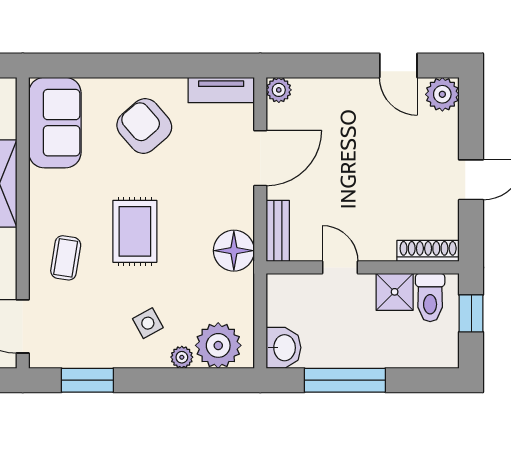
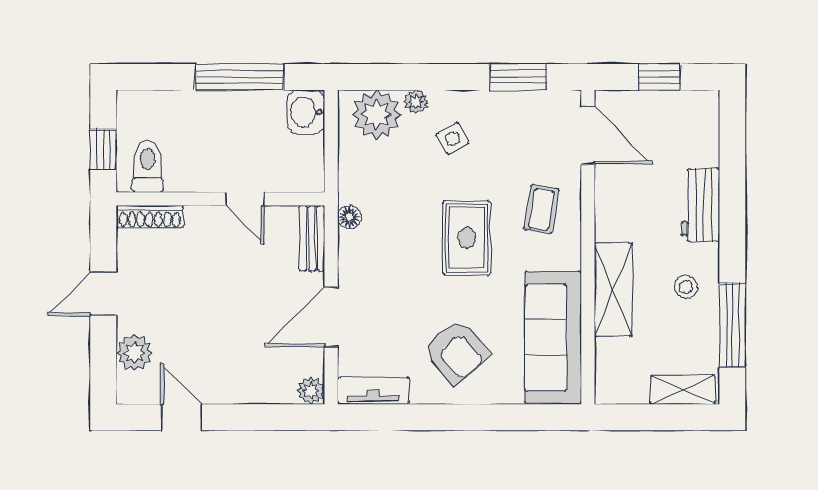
plant: (442, 94) -> (134, 353), moved
sofa: (55, 123) -> (553, 338), width x1.36
floor lamp: (234, 251) -> (349, 217), width x0.53, depth x0.53
shower: (395, 292) -> (186, 173), removed

